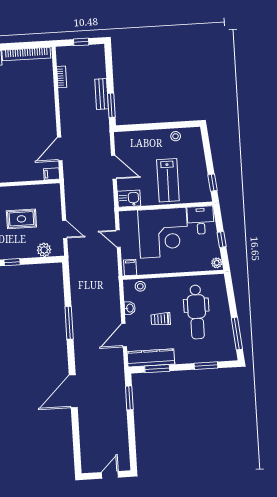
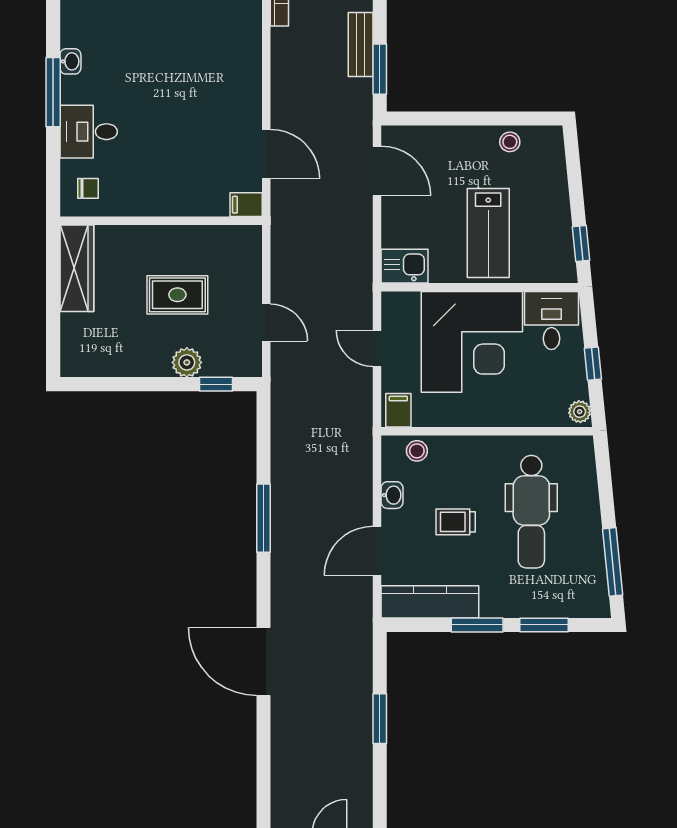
door: (60, 149) -> (266, 154), swing flipped
door: (114, 167) -> (377, 171), moved
plant: (44, 250) -> (187, 362), moved
window: (12, 262) -> (216, 384), moved
window: (157, 369) -> (477, 625), moved
door: (73, 391) -> (263, 662), hinge flipped
window: (129, 398) -> (380, 719), moved

